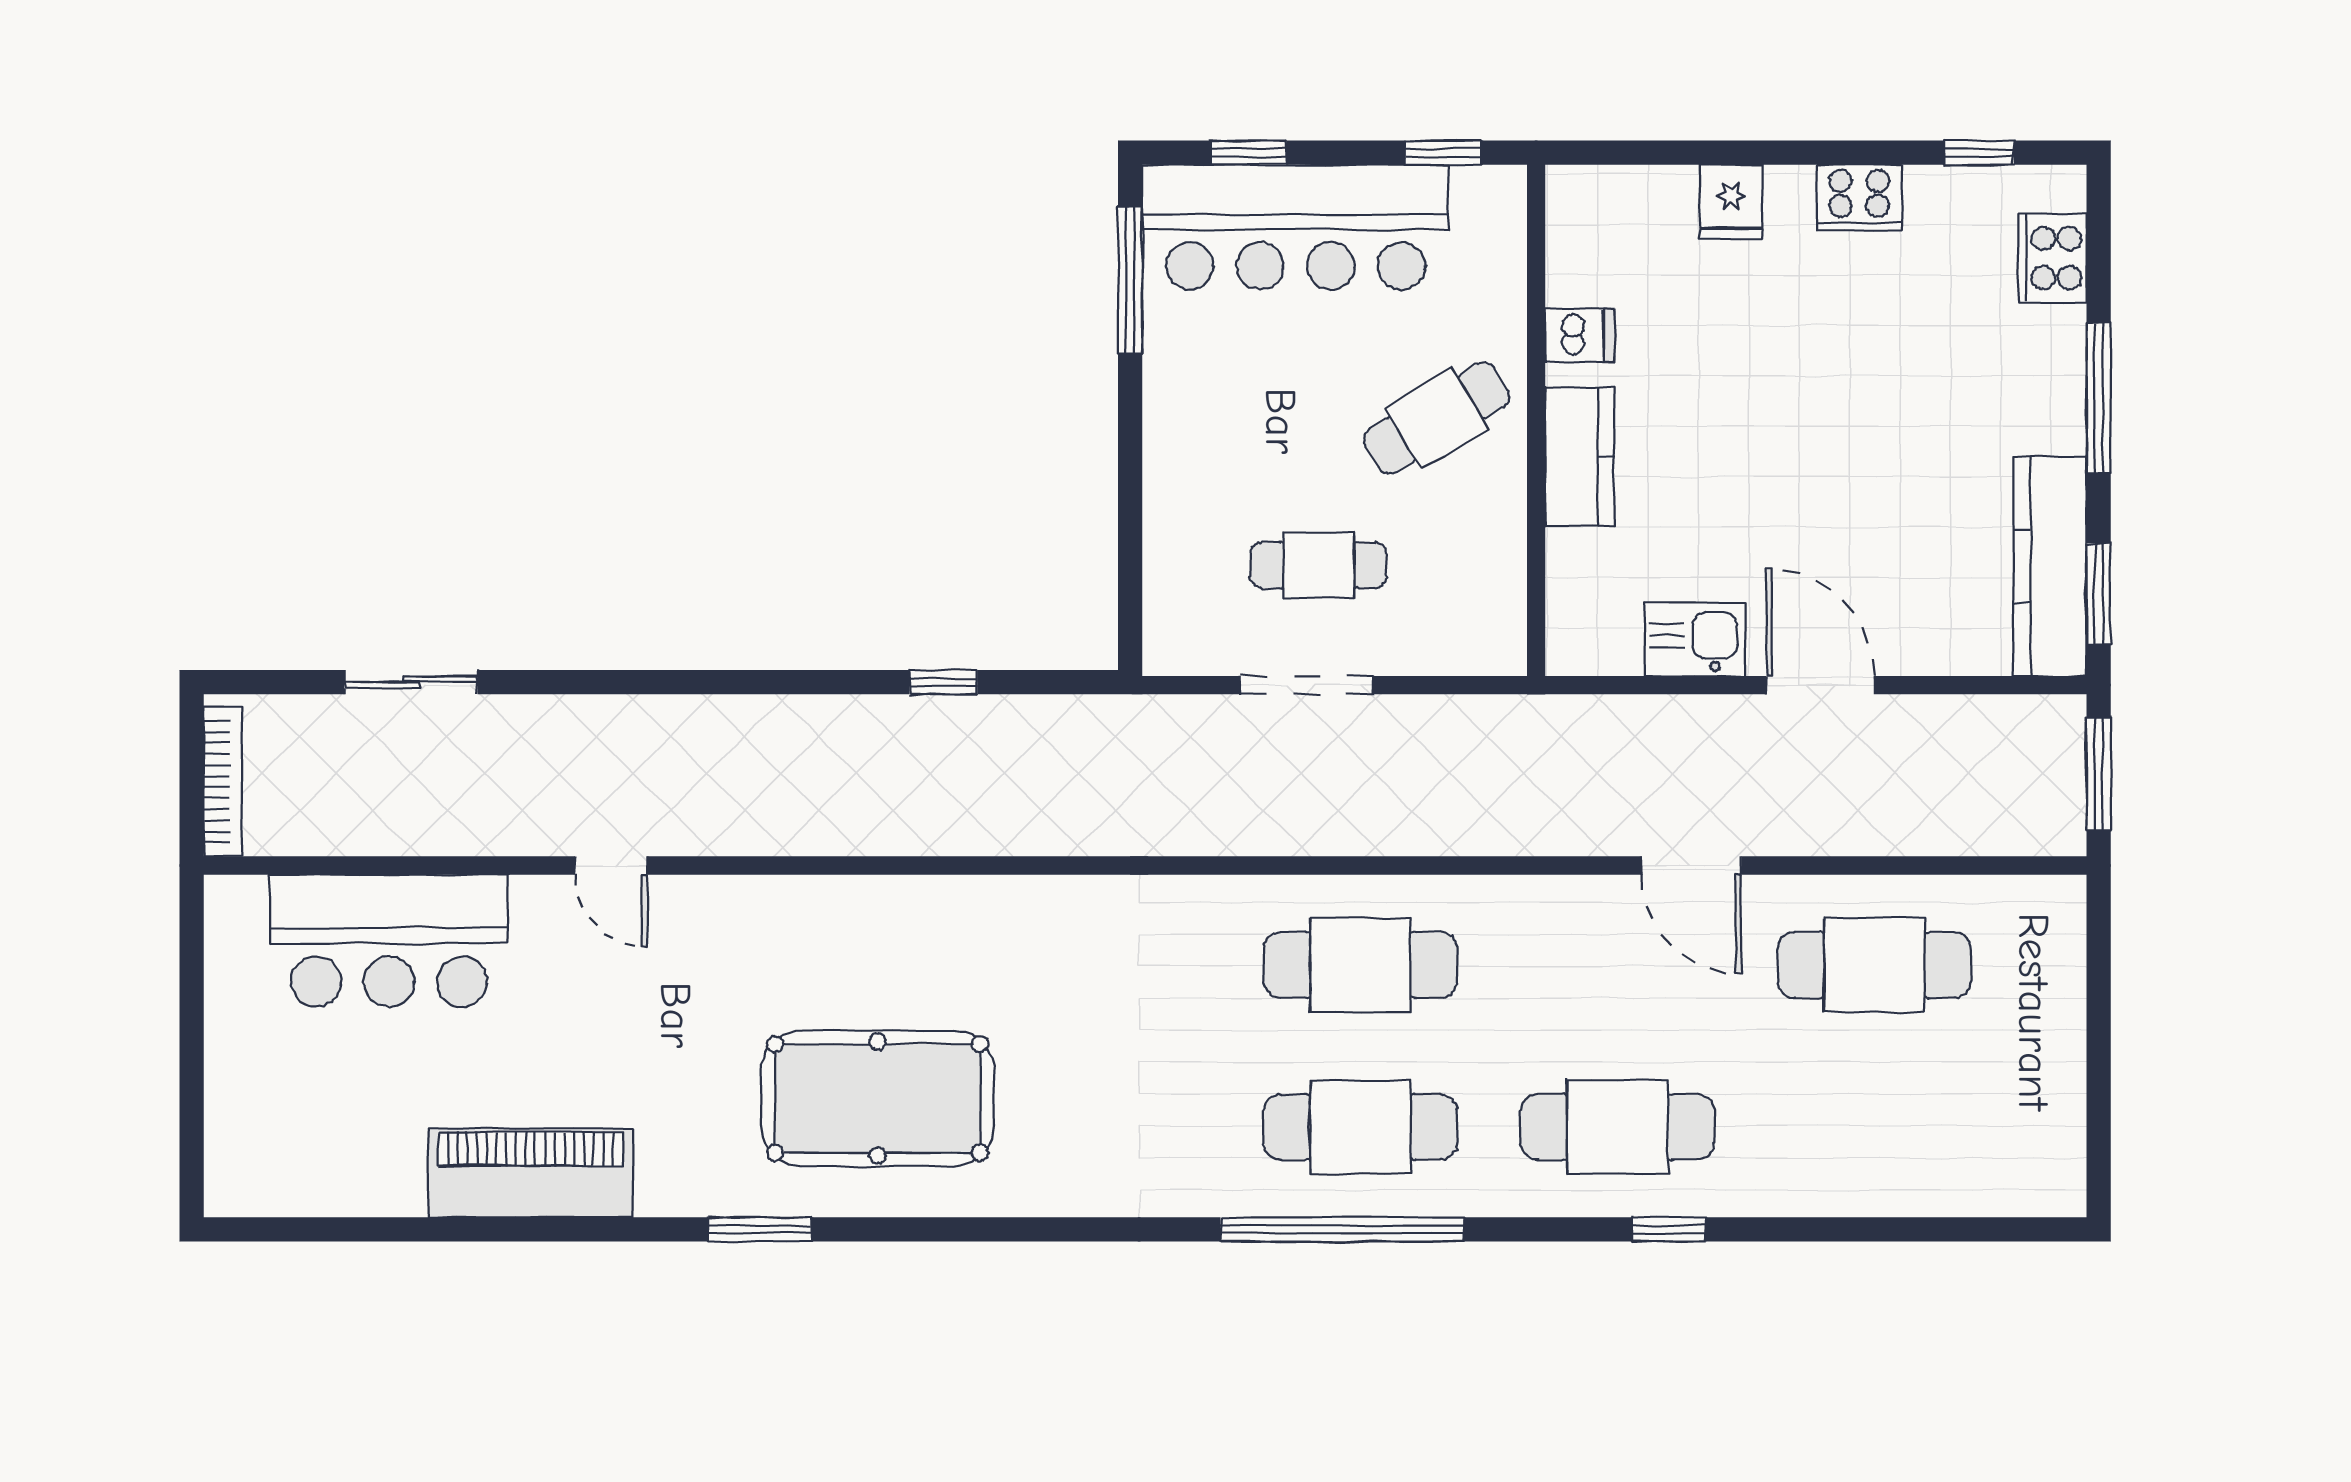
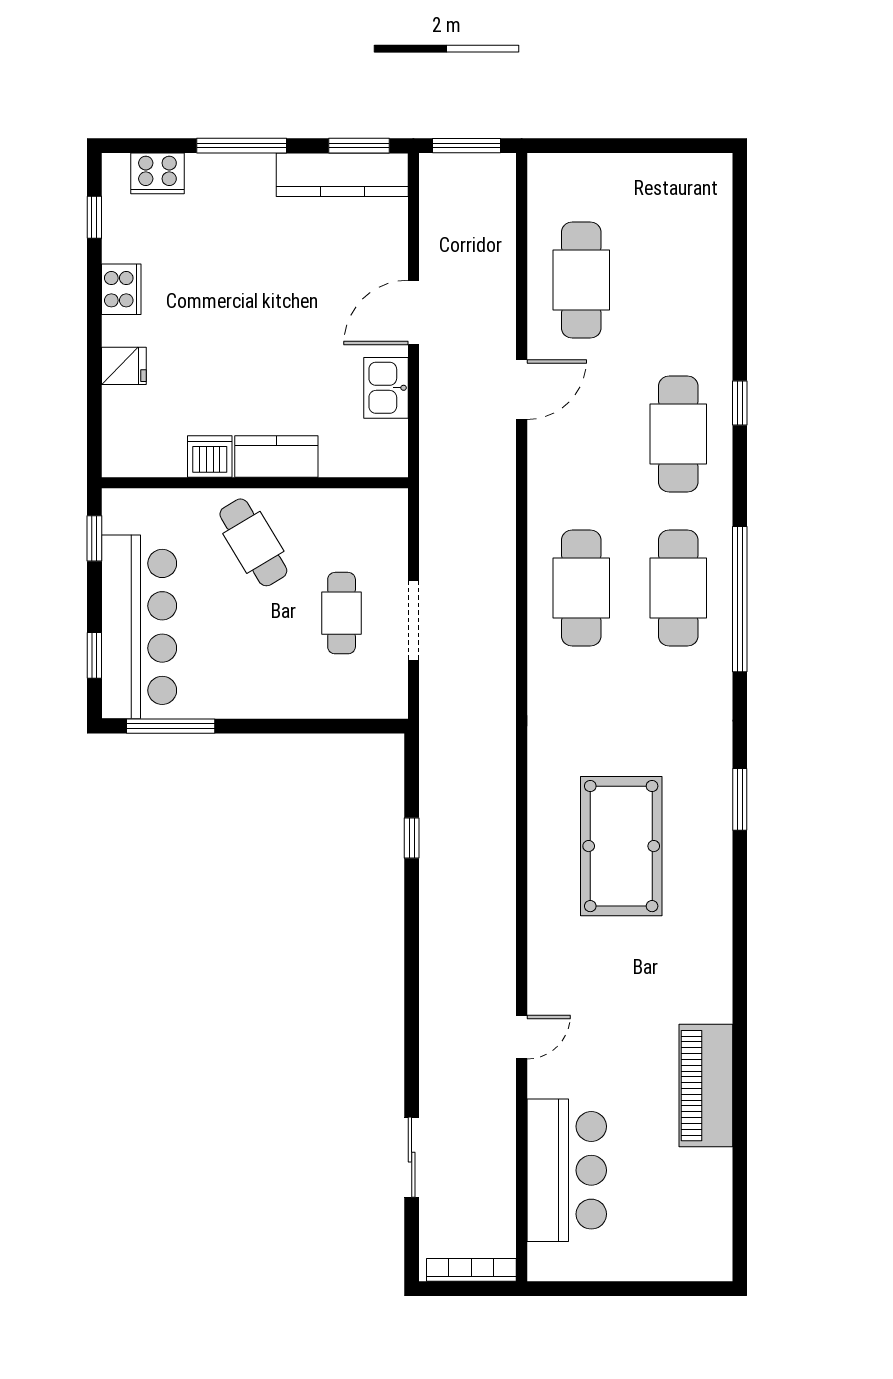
dishwasher: (1580, 335) -> (210, 456), width x1.38
pool table: (878, 1098) -> (621, 846), moved
window: (760, 1229) -> (740, 799), moved

